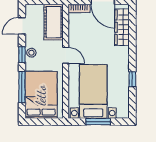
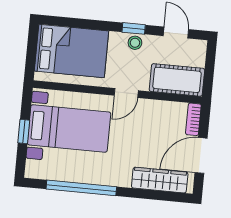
window: (132, 79) -> (81, 188), width x3.17
window: (22, 87) -> (86, 24), removed
window: (98, 122) -> (24, 131), width x0.67

